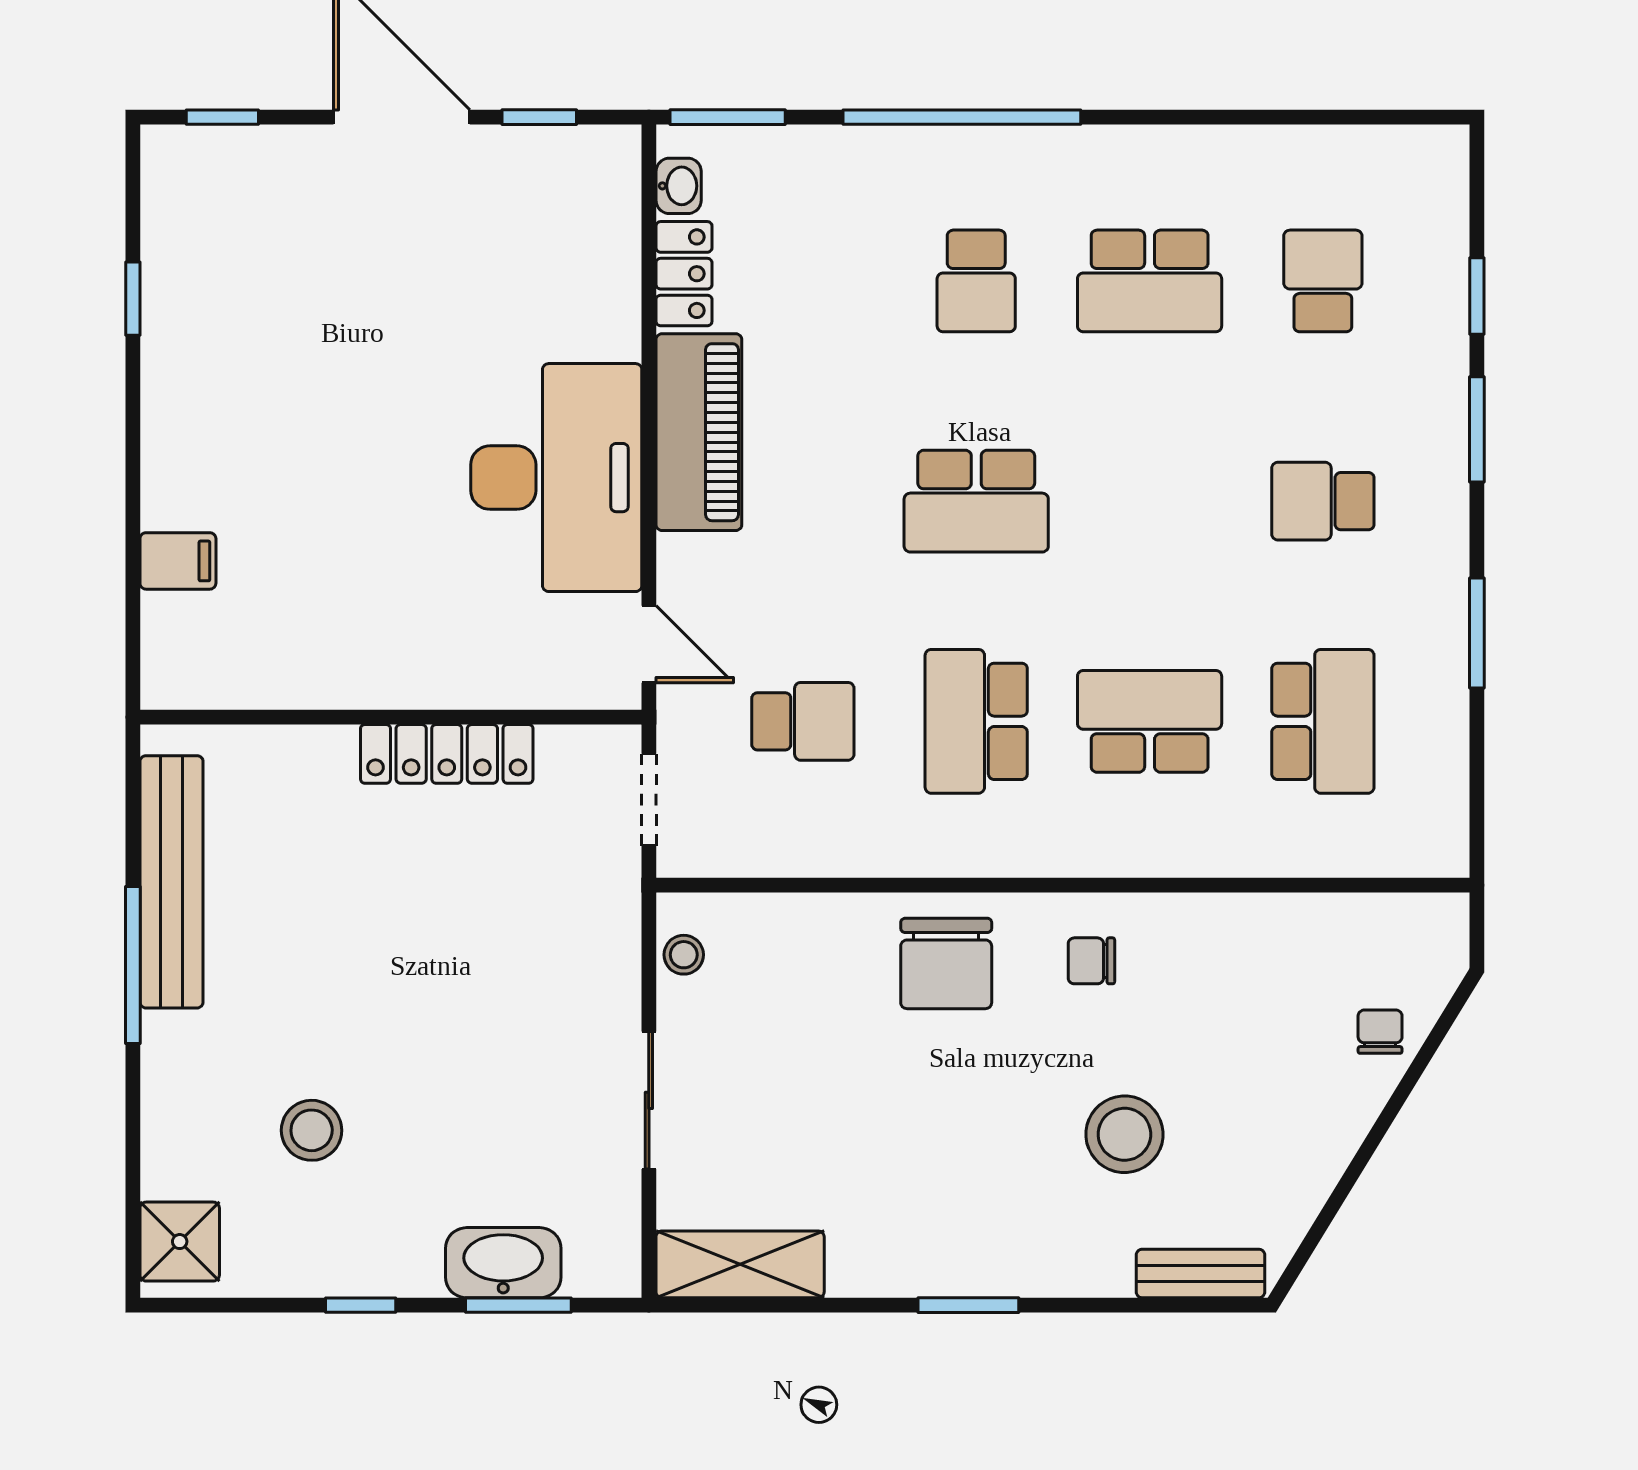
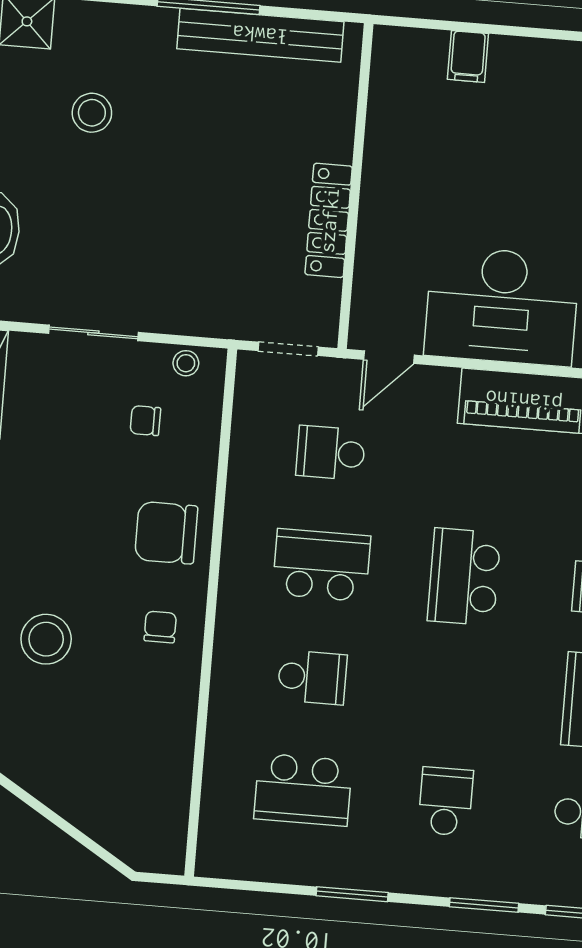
school desk: (803, 721) -> (331, 453), turned 90
school desk: (1150, 721) -> (312, 677), width x0.54
chair: (1380, 1032) -> (145, 421), moved, turned 180

